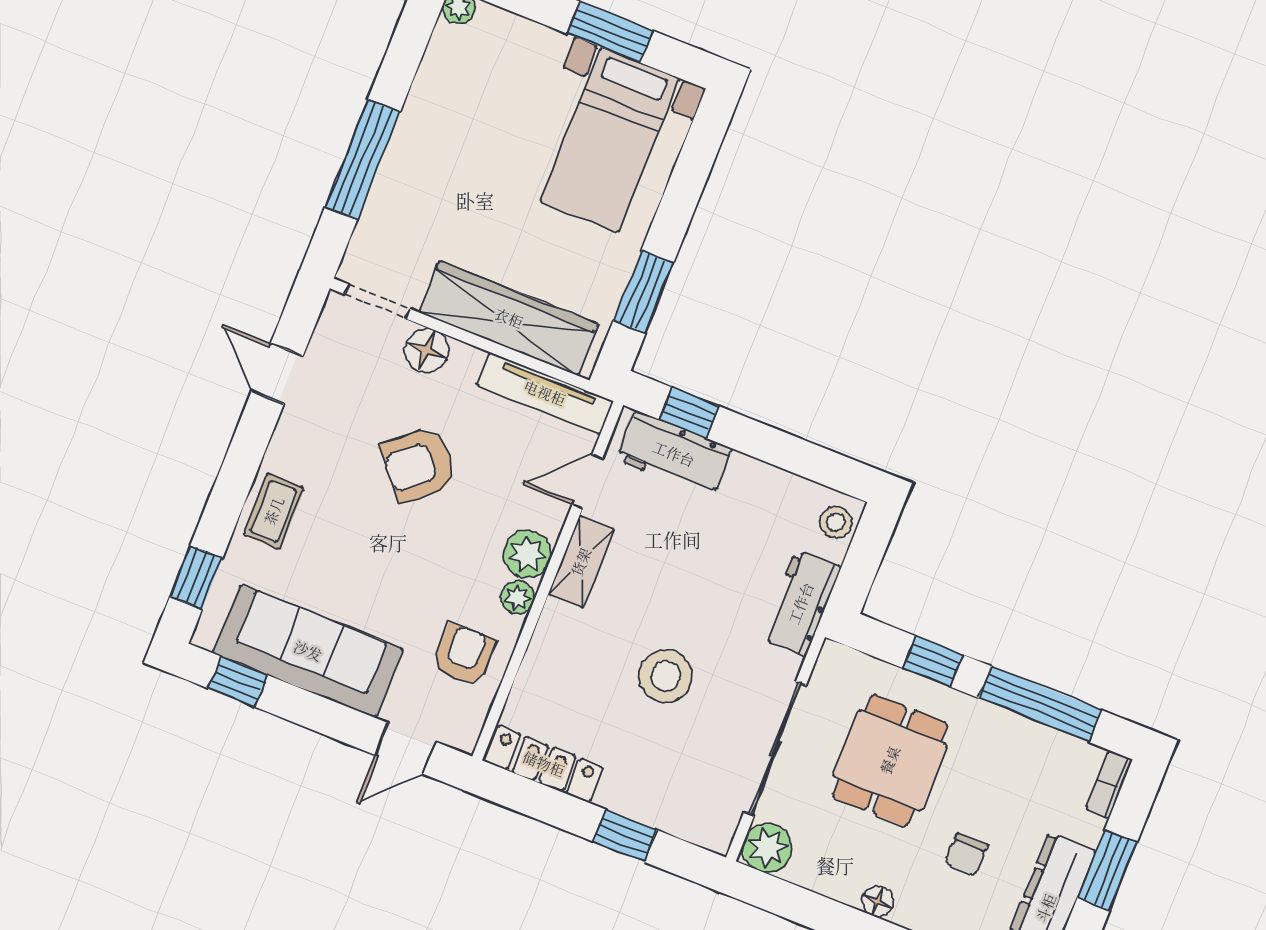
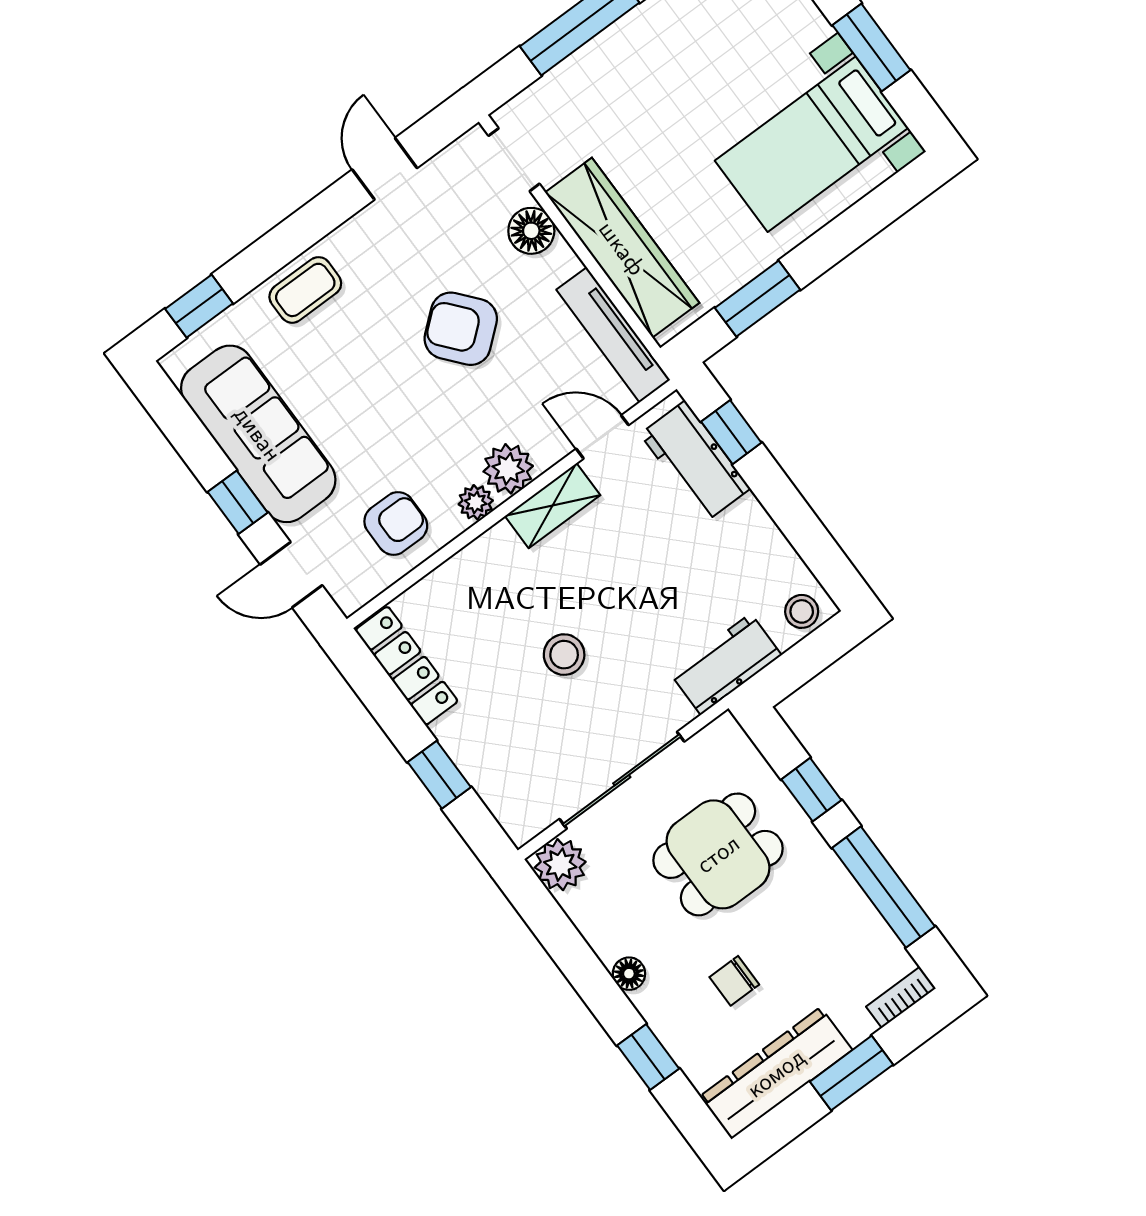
stool: (665, 676) -> (564, 655), width x0.73, depth x0.73
window: (238, 682) -> (238, 502), moved

